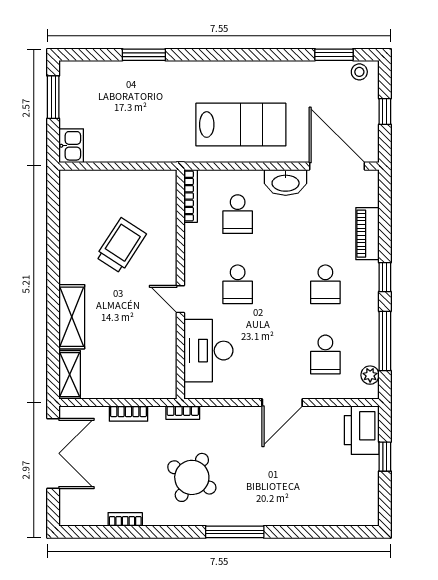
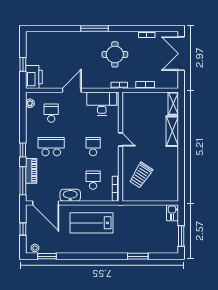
trolley: (121, 245) -> (141, 175), moved
school desk: (325, 284) -> (51, 147), width x1.85
window: (385, 341) -> (23, 181), moved
desk: (208, 351) -> (102, 104), moved, turned -90
double door: (53, 453) -> (181, 54), moved
round table: (192, 477) -> (115, 54), turned -30

